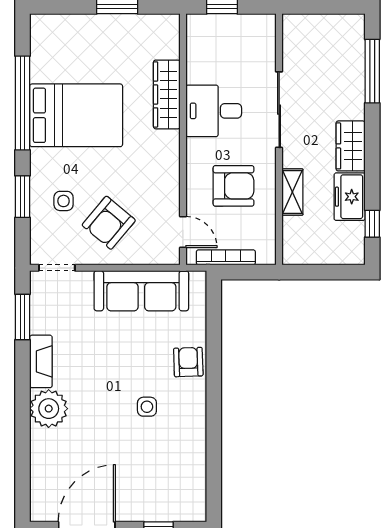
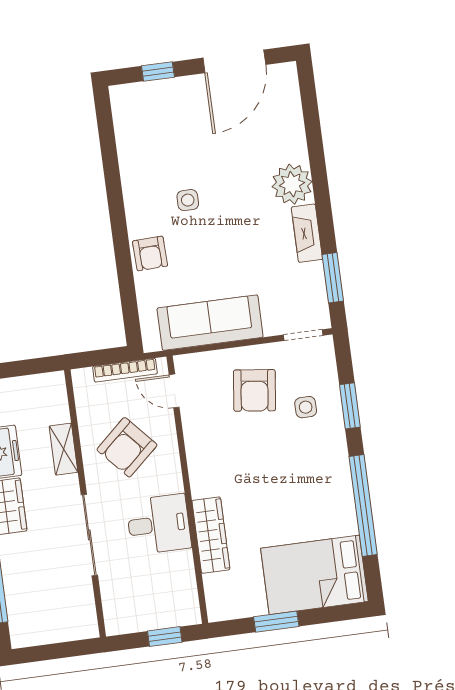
bed: (76, 115) -> (314, 575), moved
armchair: (233, 186) -> (127, 447), turned -42
armchair: (109, 223) -> (254, 390), turned 147

